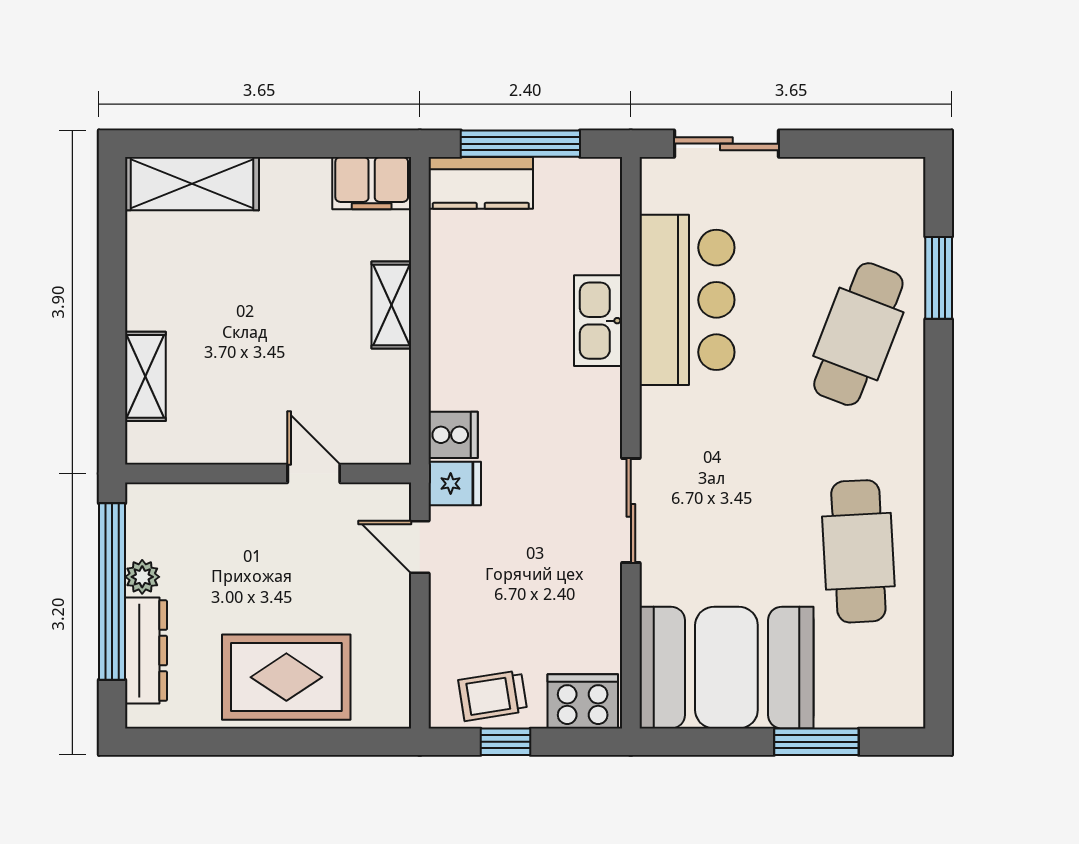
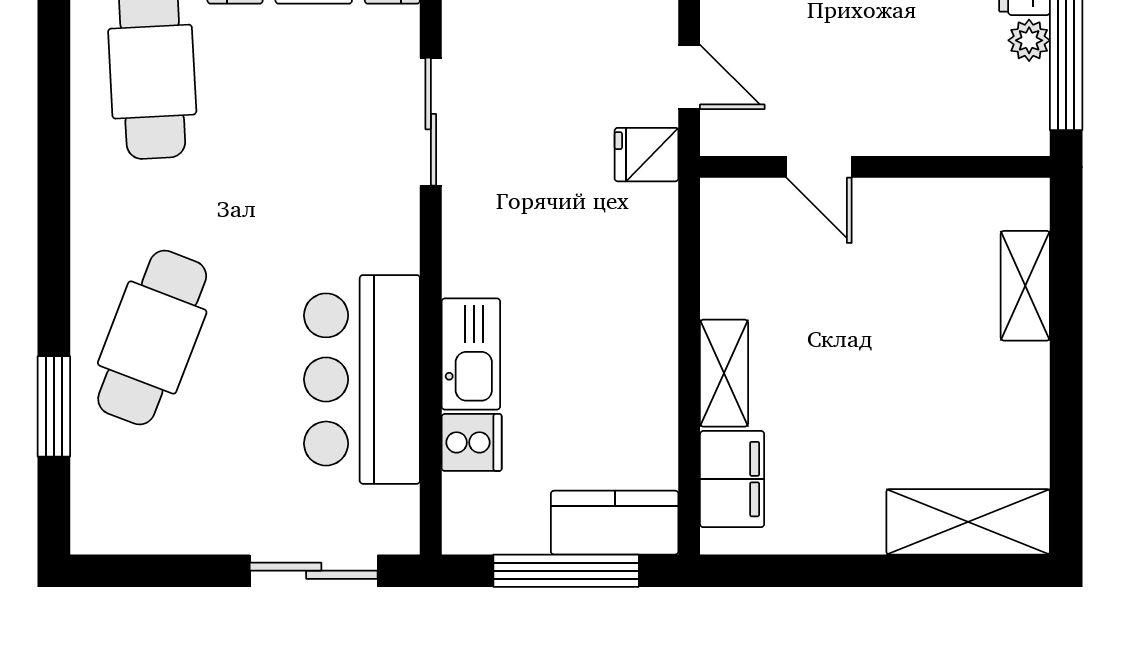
filing cabinet: (372, 183) -> (732, 479), moved, turned 90
cooker: (453, 435) -> (472, 442), moved, turned 180

